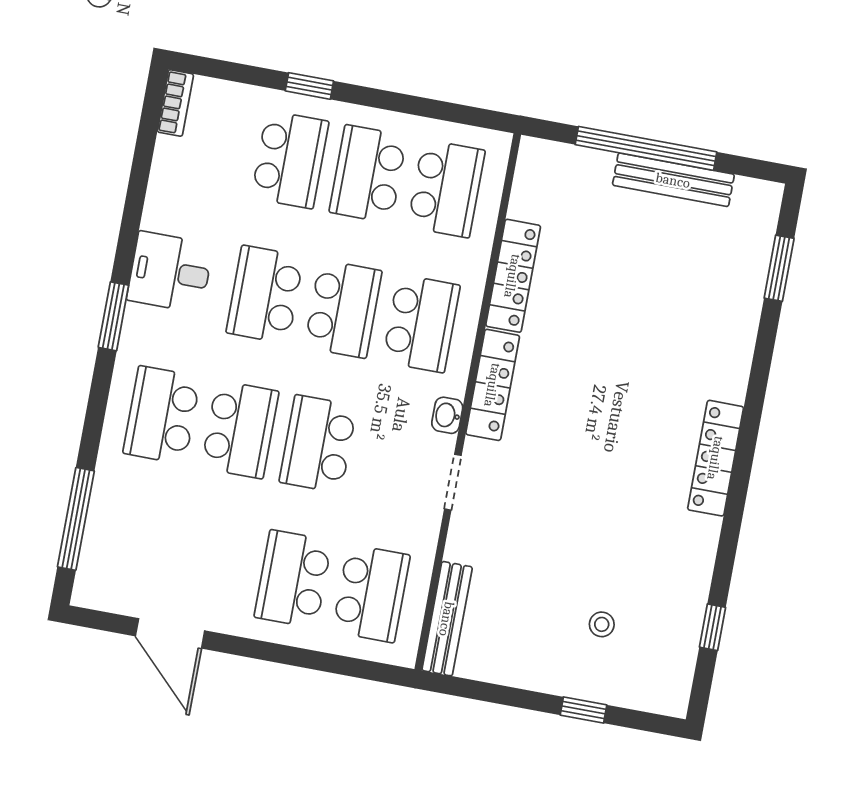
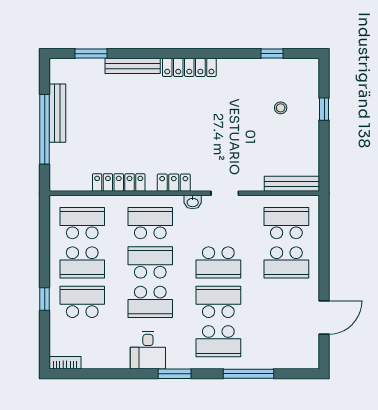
bench: (739, 346) -> (133, 66), added
locker: (493, 385) -> (174, 183), width x0.66
window: (76, 519) -> (249, 374), moved

